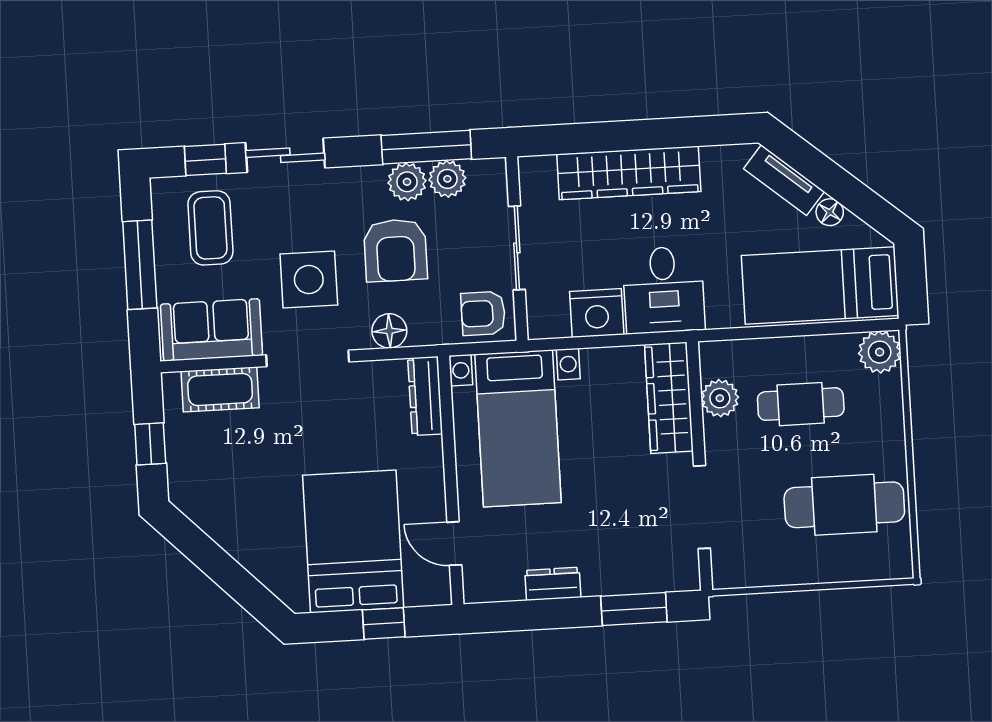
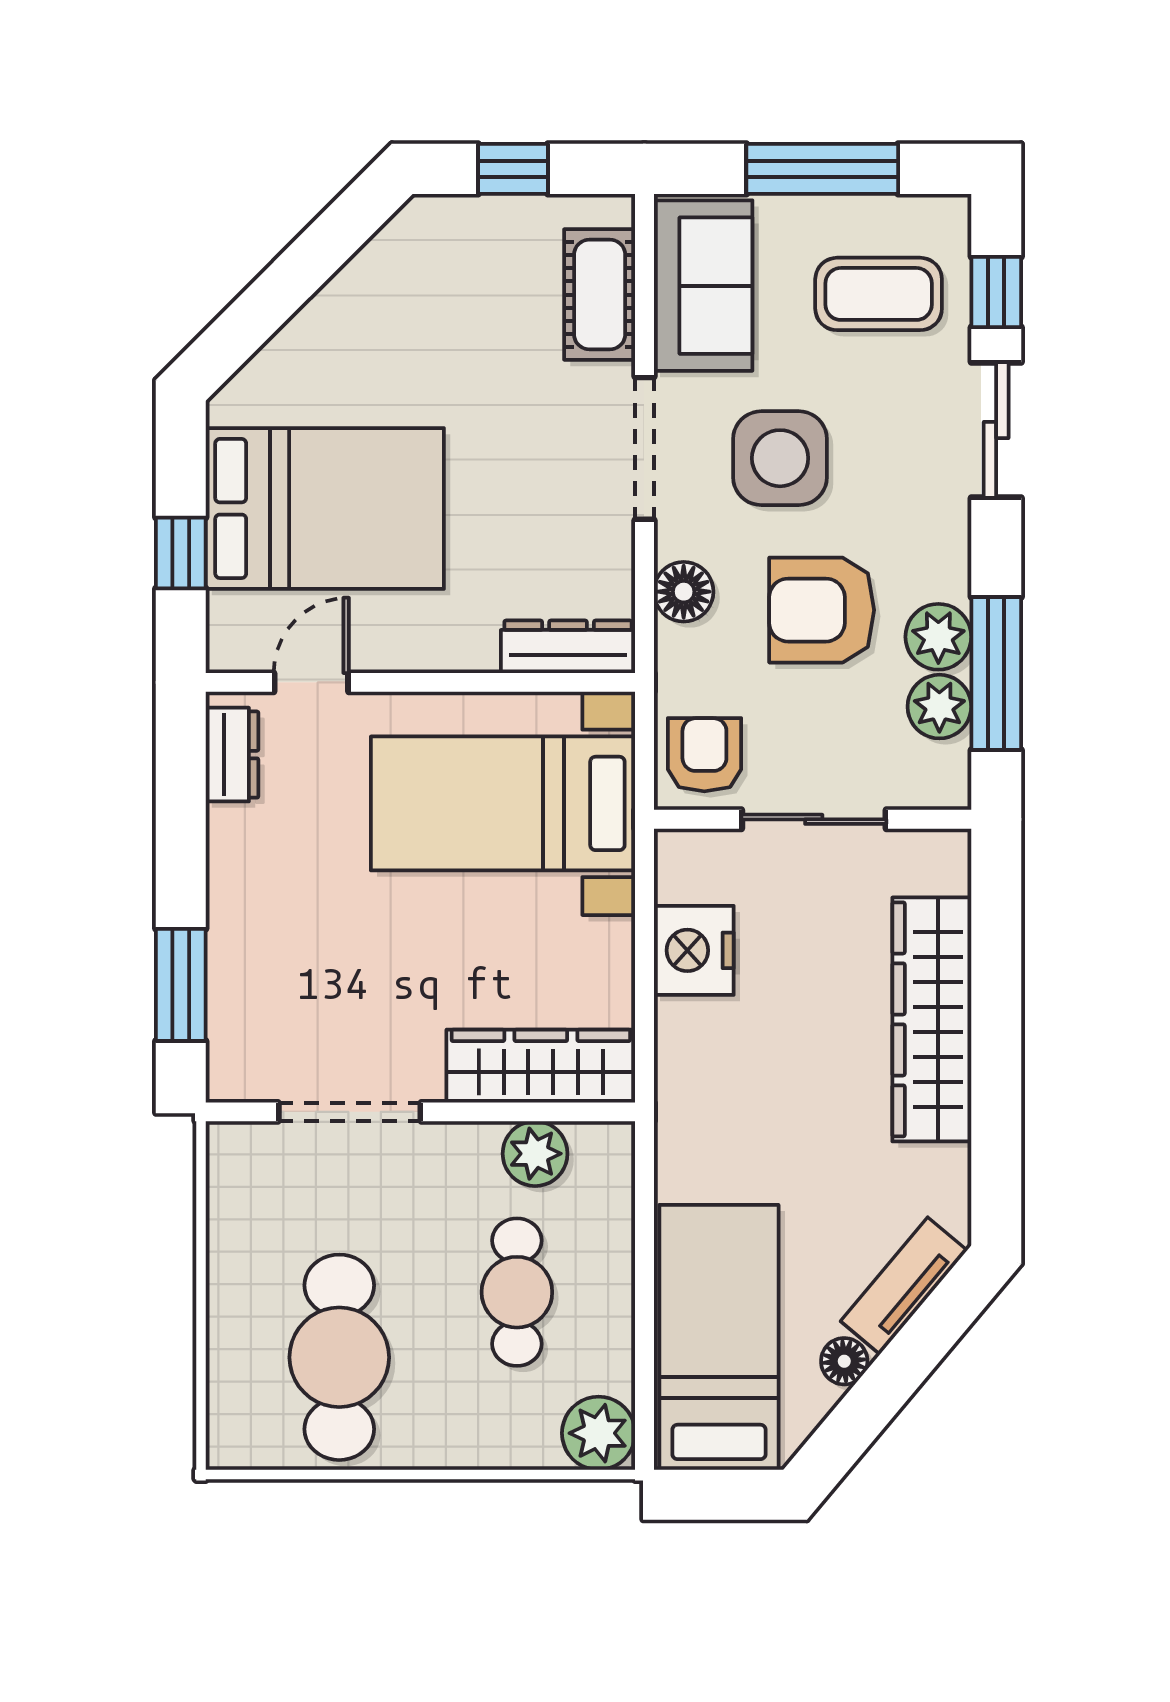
desk: (664, 290) -> (727, 1068), removed
dresser: (553, 584) -> (232, 755), moved

